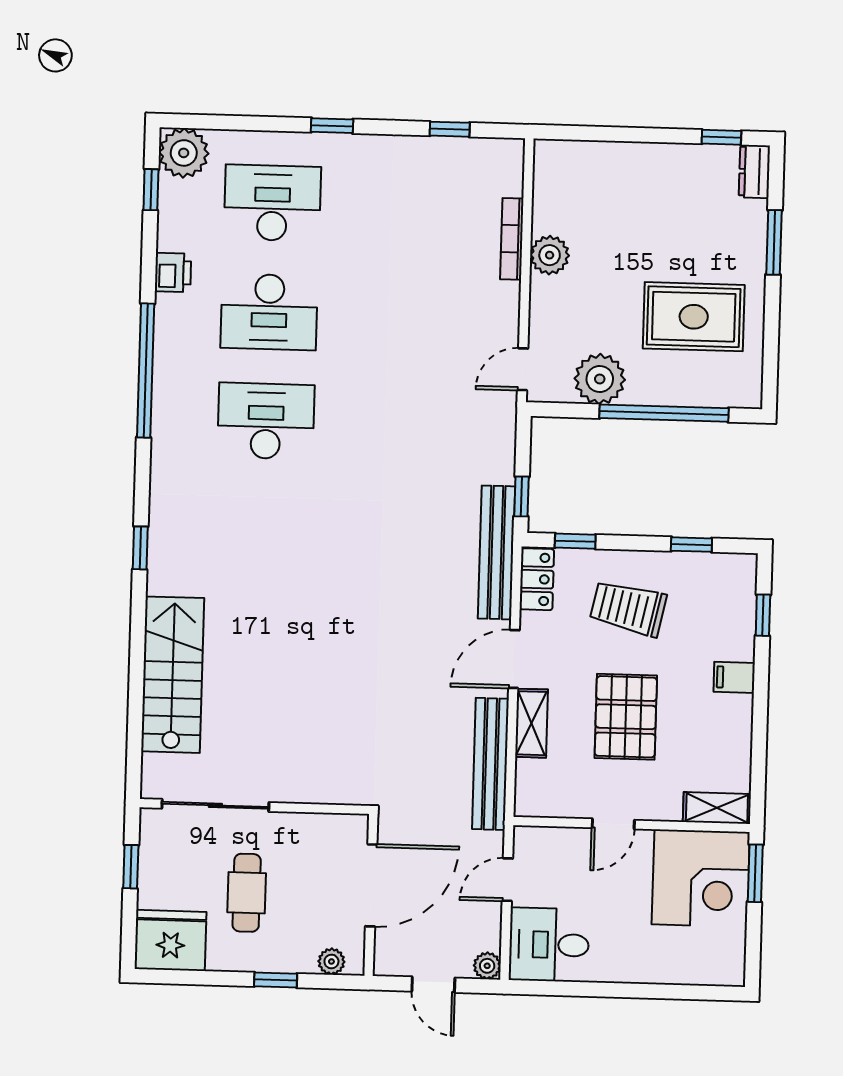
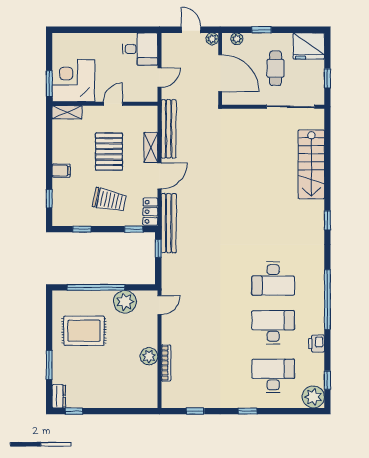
desk: (272, 203) -> (273, 376), turned 180
door: (371, 885) -> (220, 73), swing flipped
plant: (487, 966) -> (212, 39), moved

